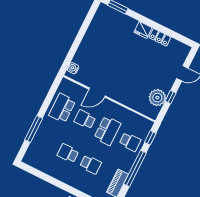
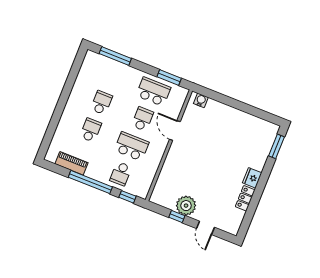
window: (51, 94) -> (169, 77), added
plant: (157, 98) -> (186, 206), moved
window: (34, 129) -> (115, 56), moved
school desk: (107, 131) -> (132, 146), turned 180
school desk: (91, 164) -> (91, 130), turned 180

